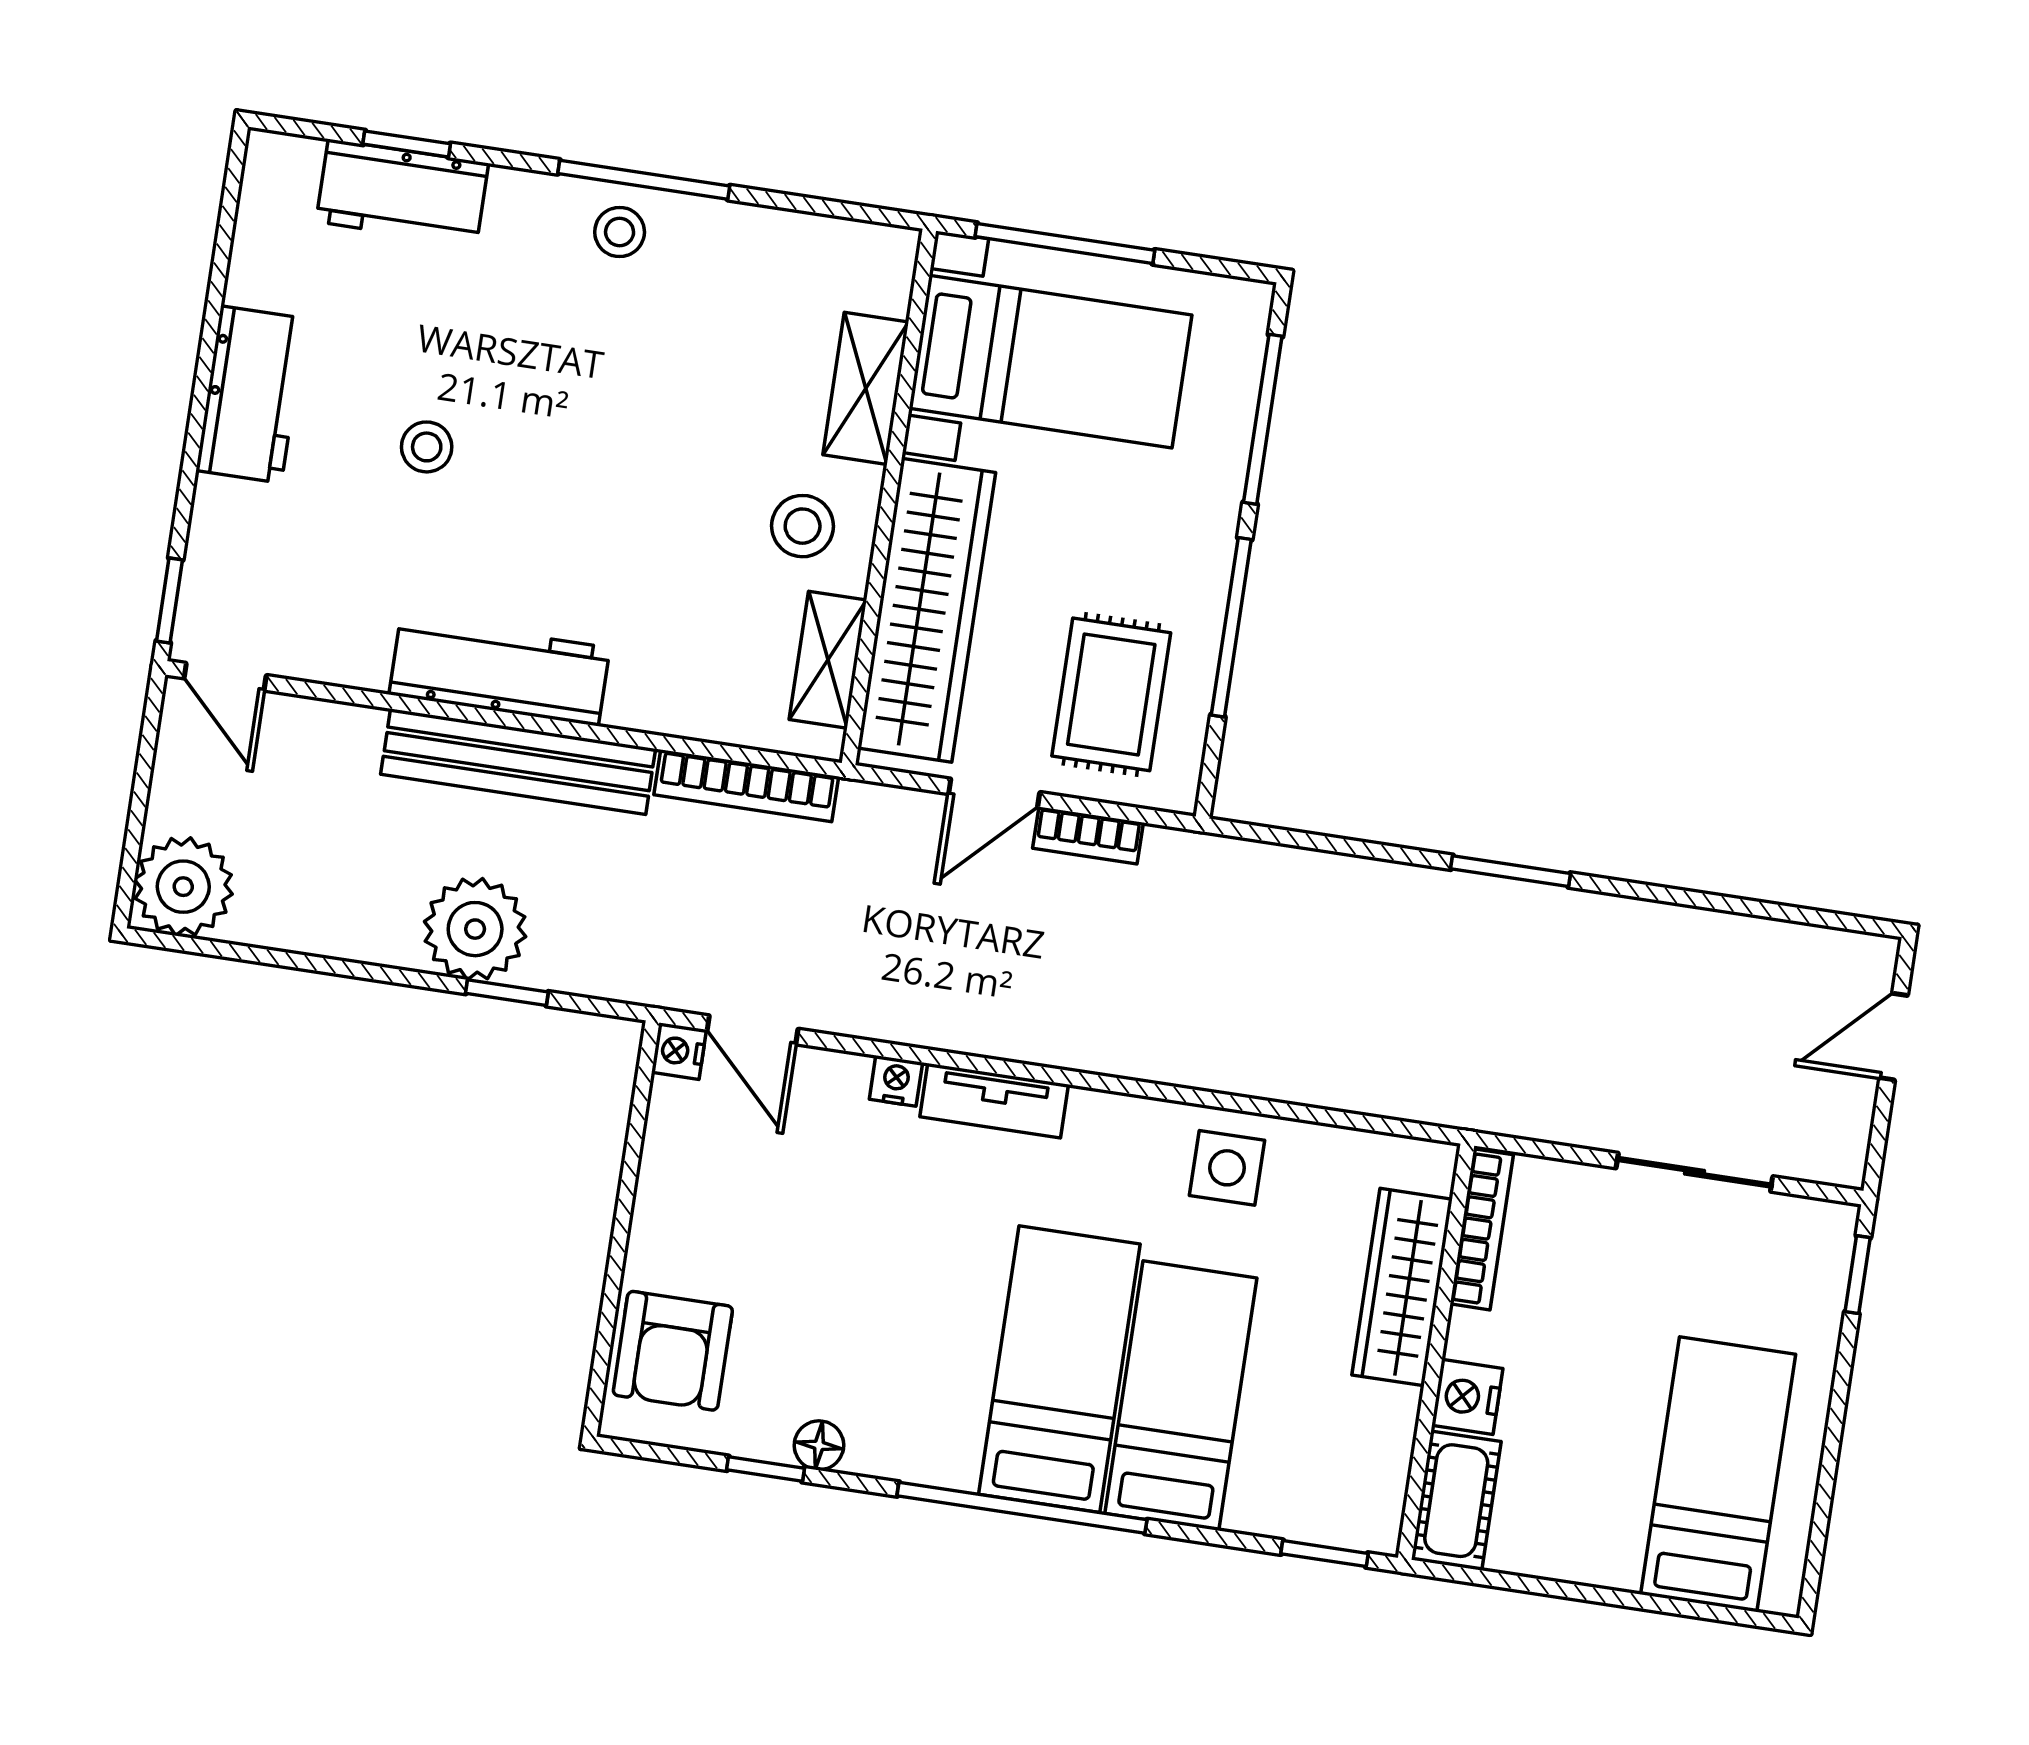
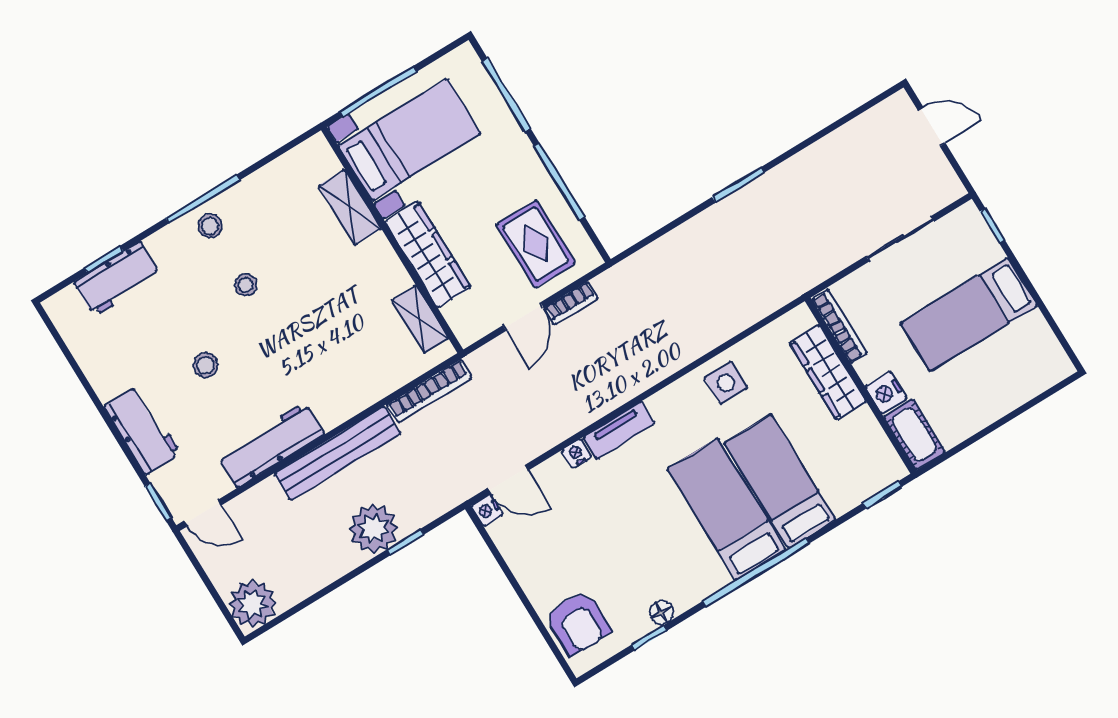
workbench: (251, 395) -> (142, 430), moved
stool: (803, 526) -> (246, 285), moved, width x0.73, depth x0.73
wardrobe: (927, 610) -> (428, 255), width x0.71, depth x0.85
workbench: (500, 671) -> (271, 445), moved
door: (1894, 1037) -> (932, 127), swing flipped
bed: (1718, 1474) -> (969, 314), moved, turned -90

